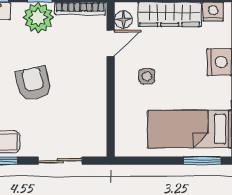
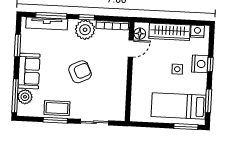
side table: (147, 76) -> (177, 69), moved
armchair: (34, 83) -> (80, 72), turned 78

